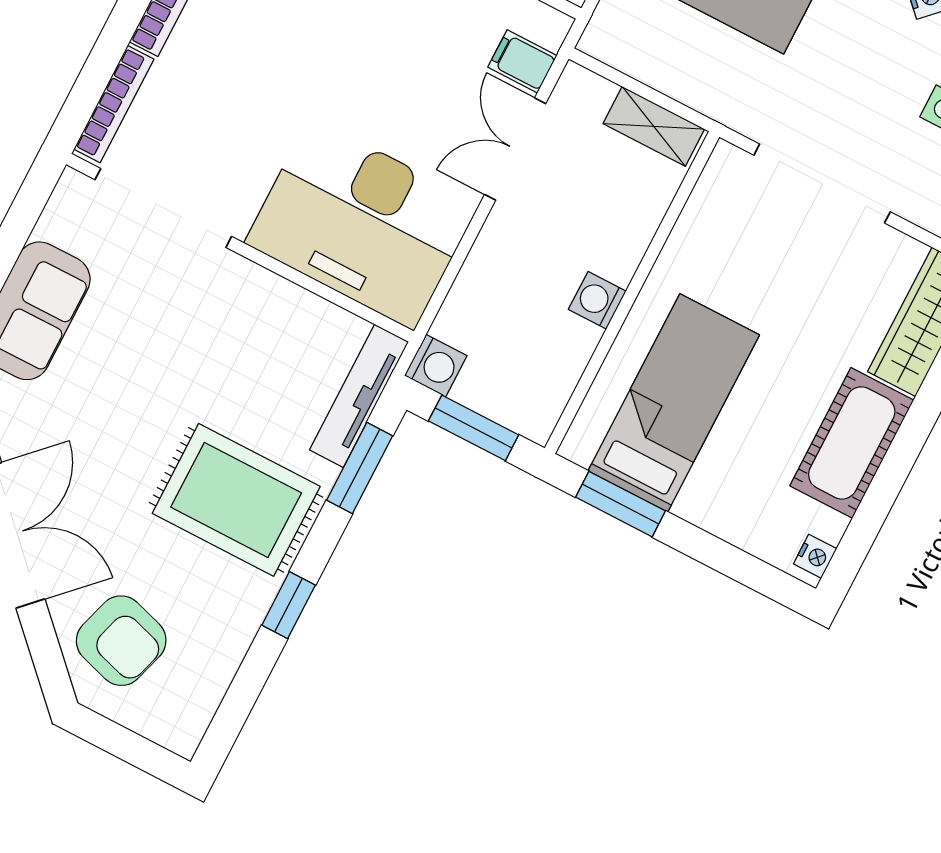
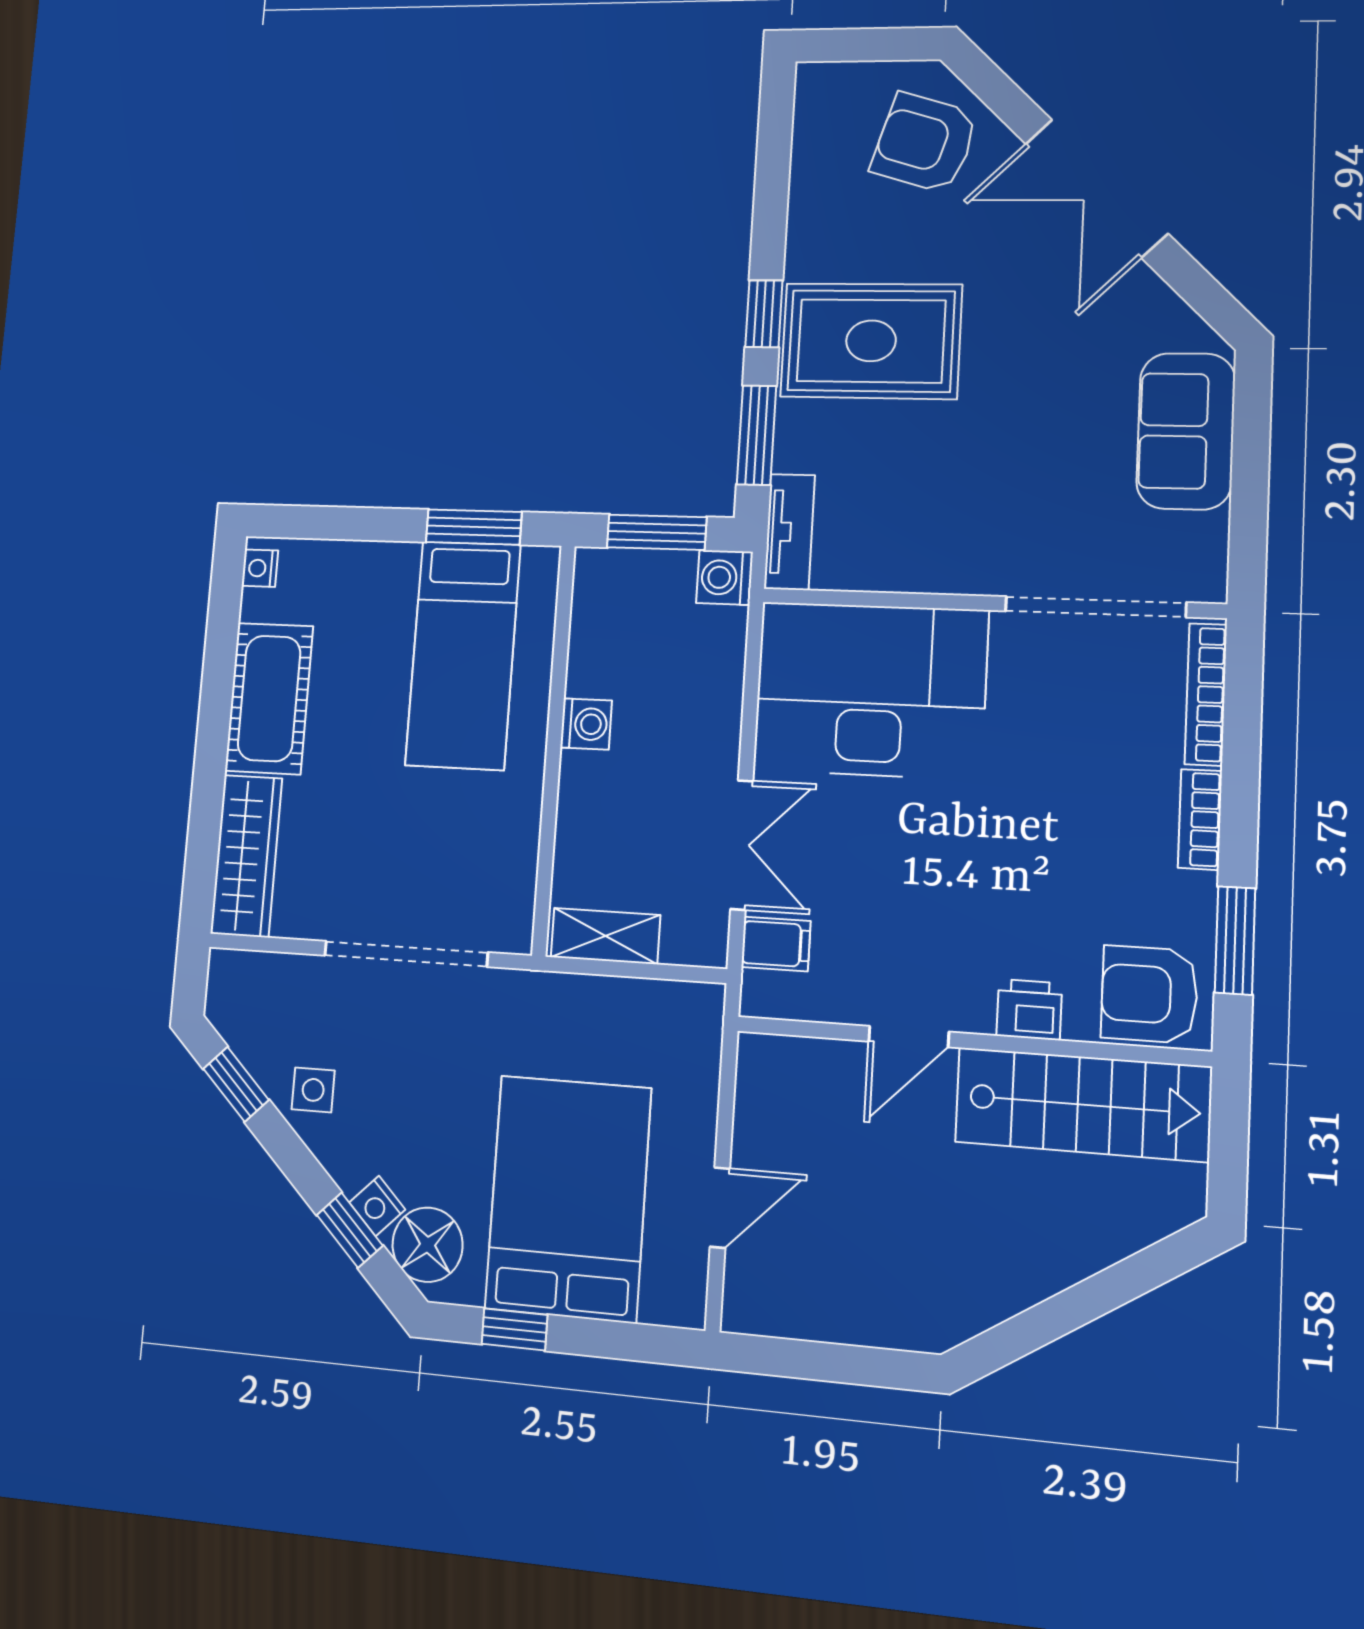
tv unit: (359, 396) -> (789, 532), width x0.71
window: (289, 605) -> (764, 314), moved

